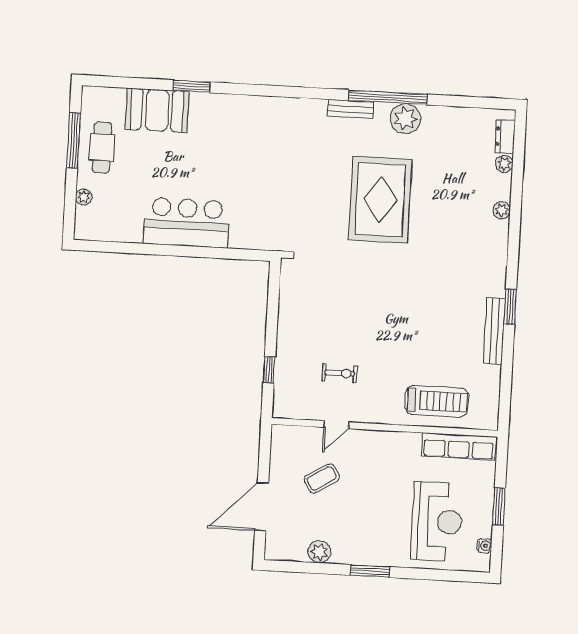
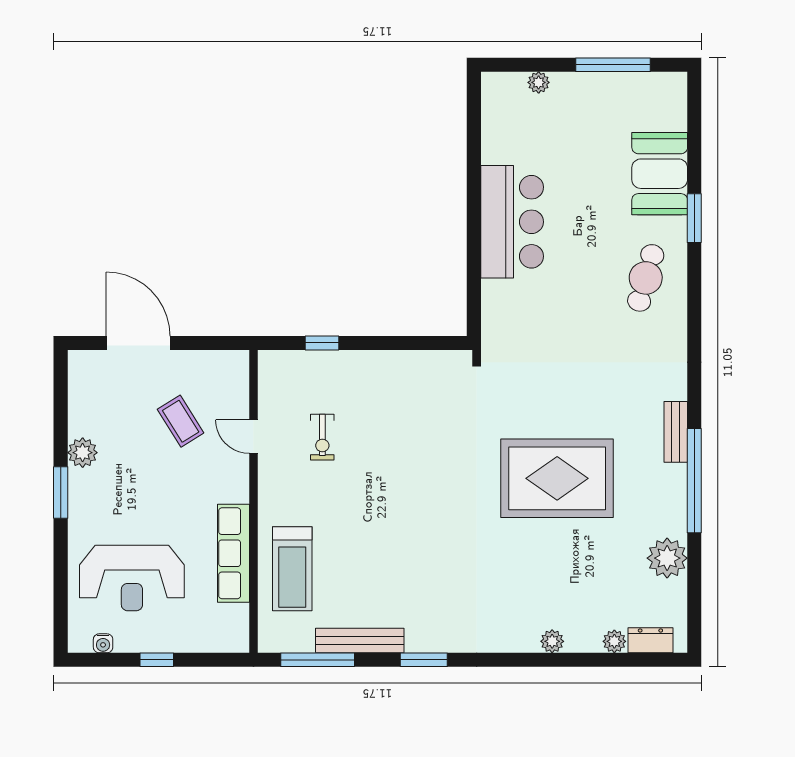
plant: (405, 119) -> (667, 558), moved
cafe table: (102, 147) -> (646, 278), moved, turned -74
bench: (494, 331) -> (360, 641), moved
window: (506, 386) -> (318, 660), added
row of seats: (459, 447) -> (233, 553), moved
window: (499, 506) -> (157, 660), width x0.67
plant: (319, 552) -> (83, 453), moved

